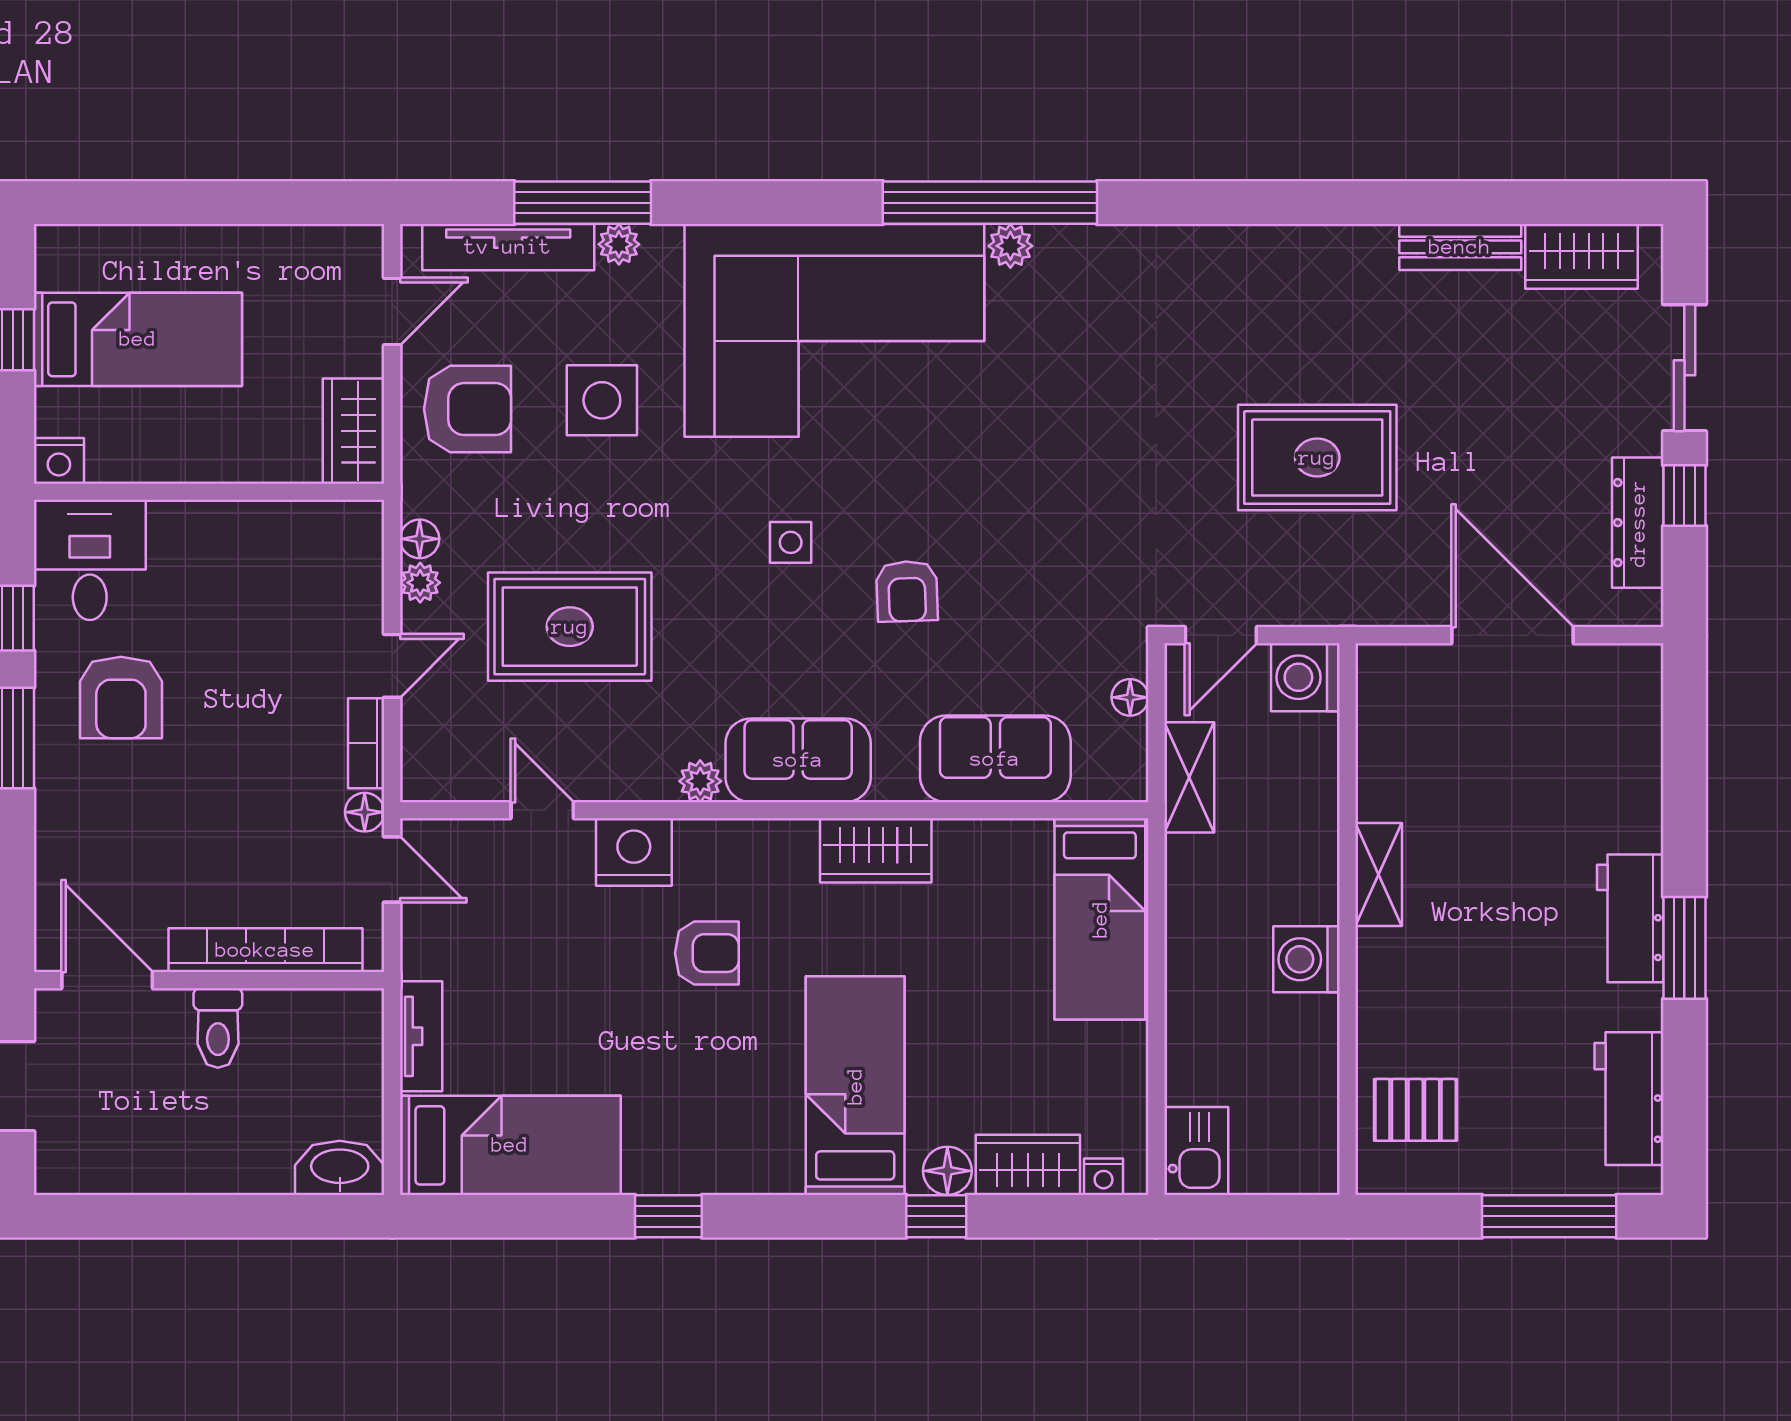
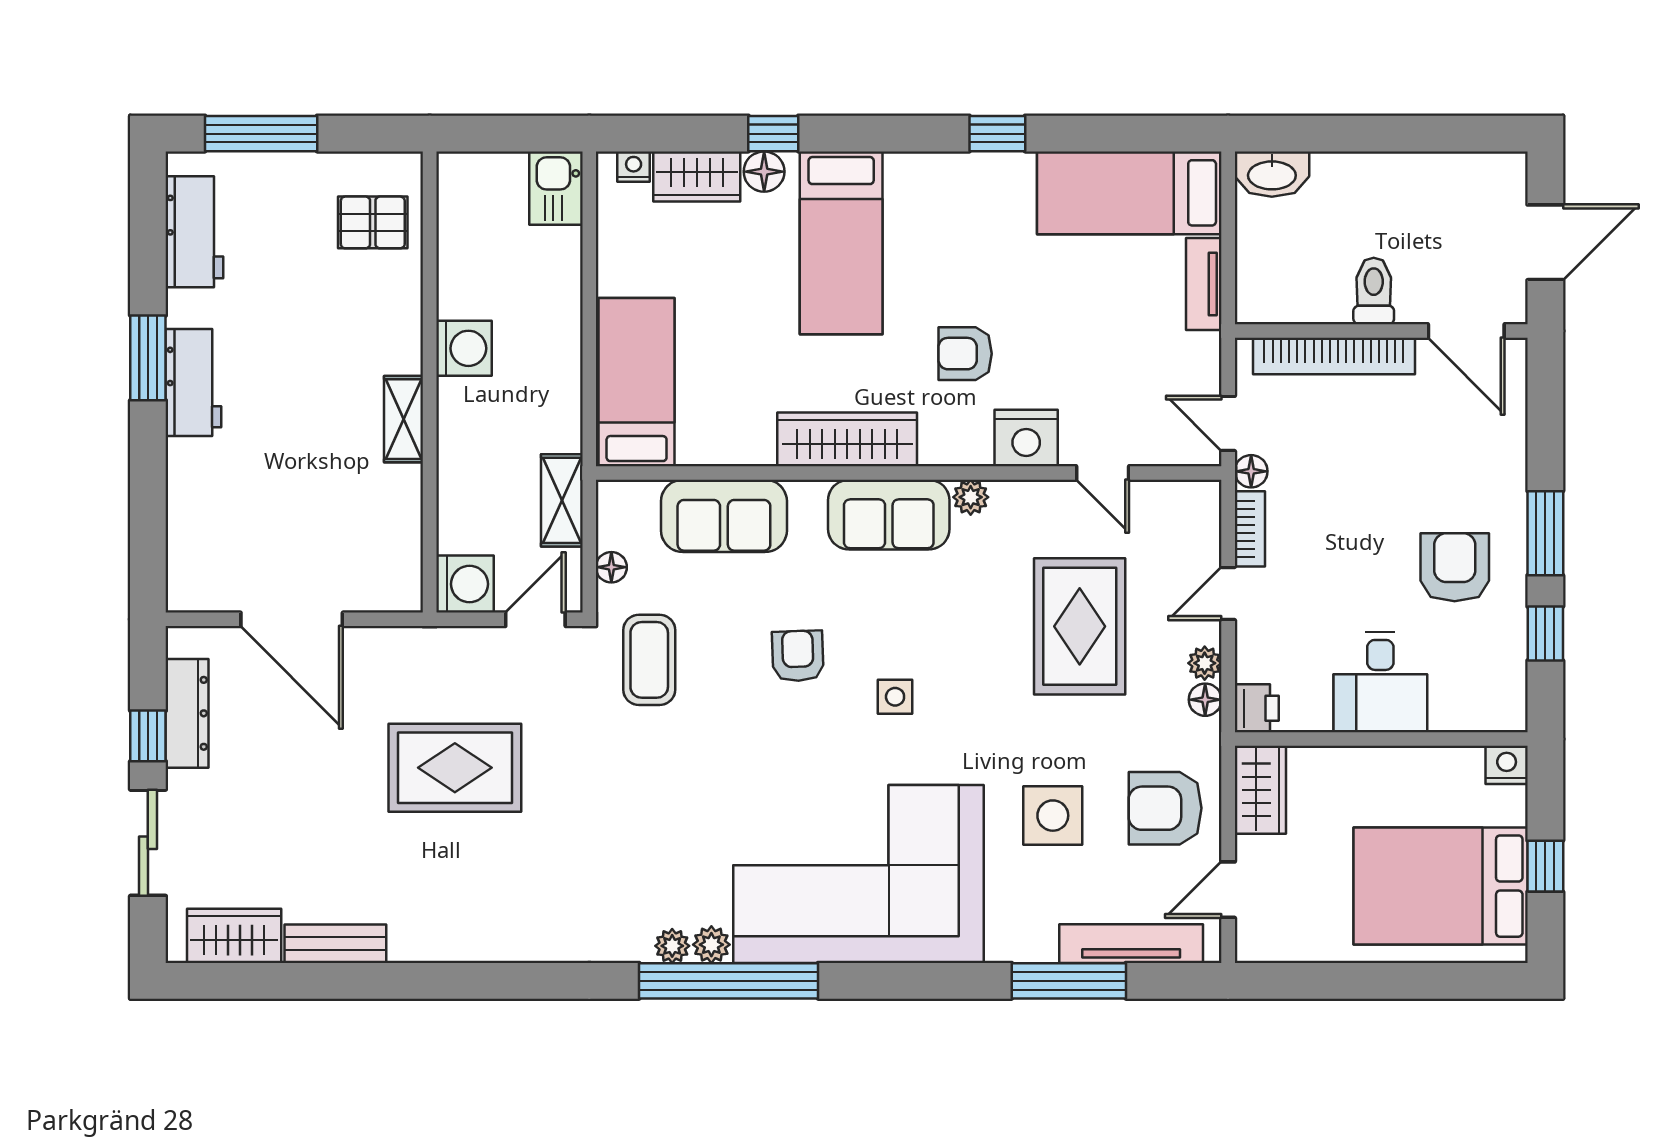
plant: (619, 244) -> (672, 946), moved
bed: (138, 339) -> (1441, 886), width x1.50
printer: (358, 529) -> (1257, 708), added
desk: (90, 560) -> (1380, 682), moved
coffee table: (1085, 587) -> (649, 660), added
rug: (570, 627) -> (1080, 626), turned 90
wardrobe: (876, 850) -> (847, 439), width x1.50

